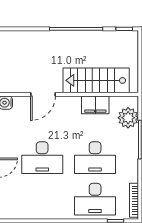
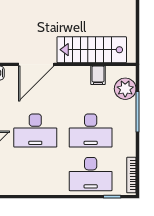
door: (43, 94) -> (36, 64), width x1.36
filing cabinet: (95, 105) -> (98, 75), width x0.50

